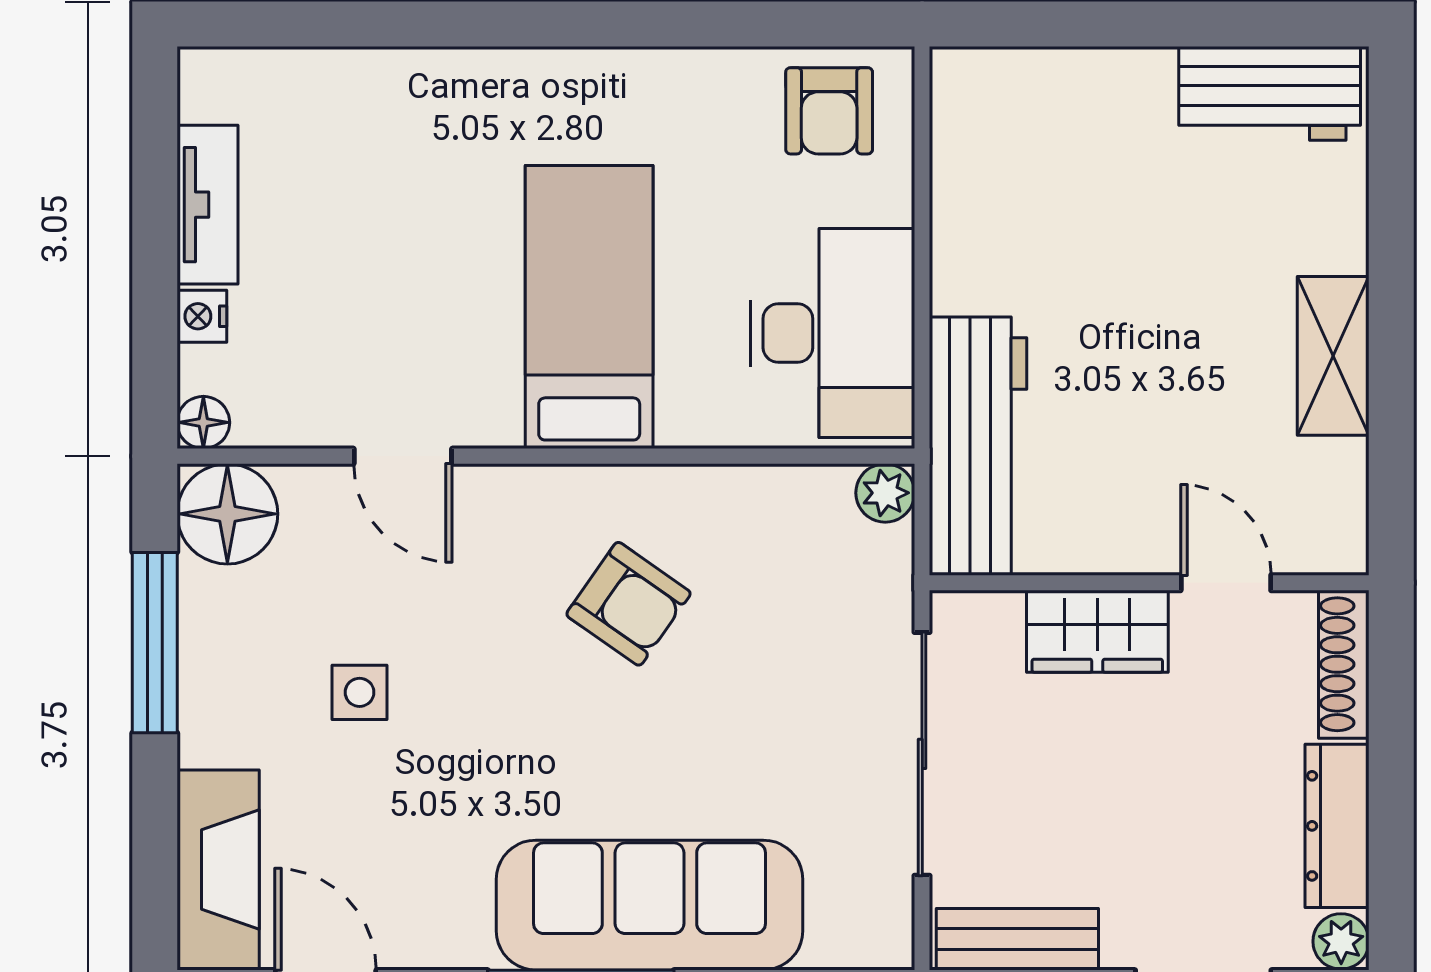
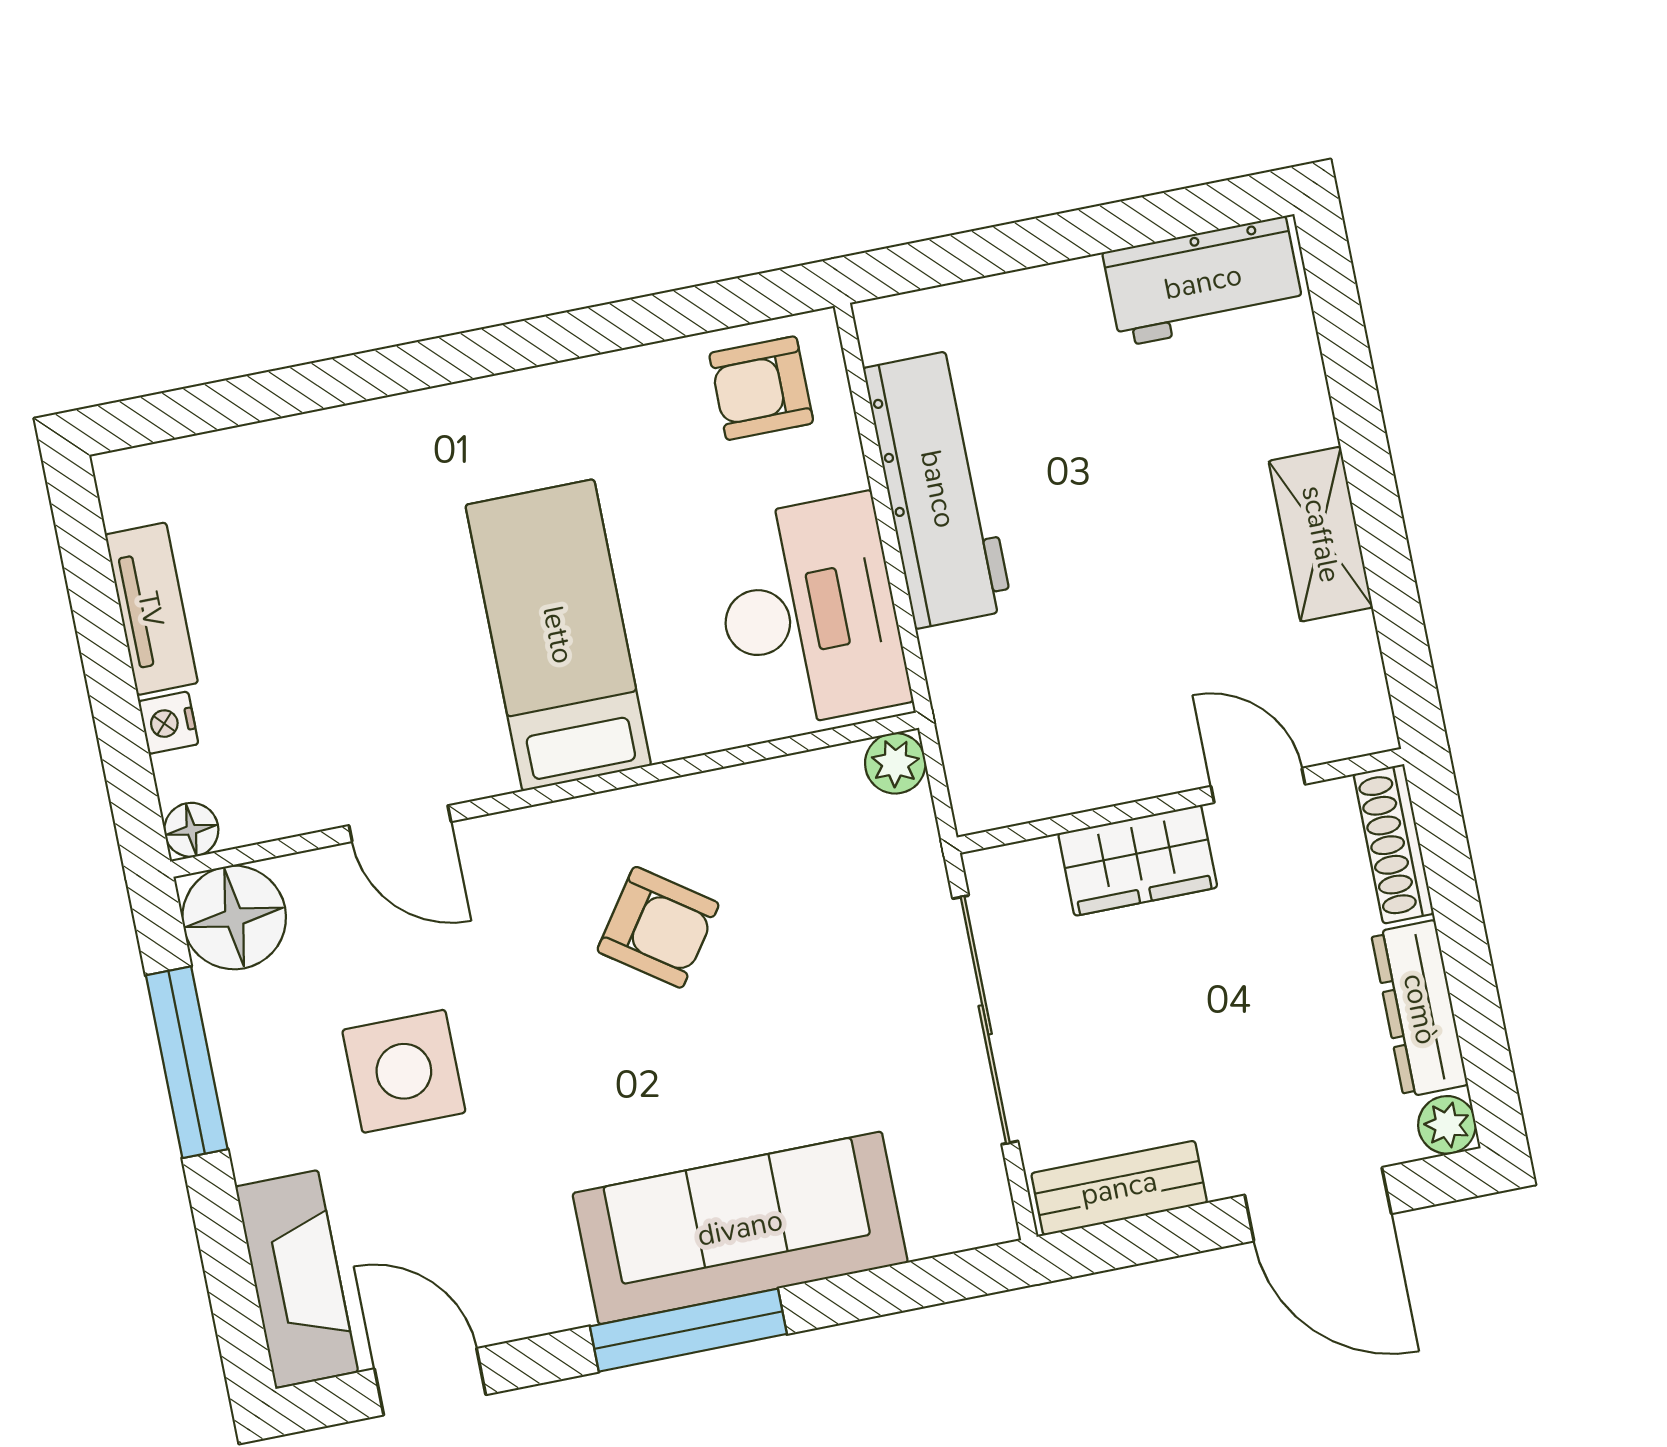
armchair: (829, 111) -> (761, 388), turned 90
workbench: (978, 446) -> (938, 489), moved
side table: (360, 692) -> (404, 1071), width x1.87, depth x1.87

